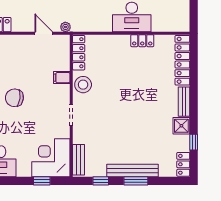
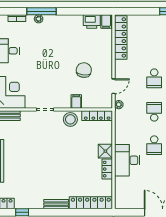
chair: (14, 98) -> (84, 70), moved
shower: (181, 126) -> (105, 151), moved

